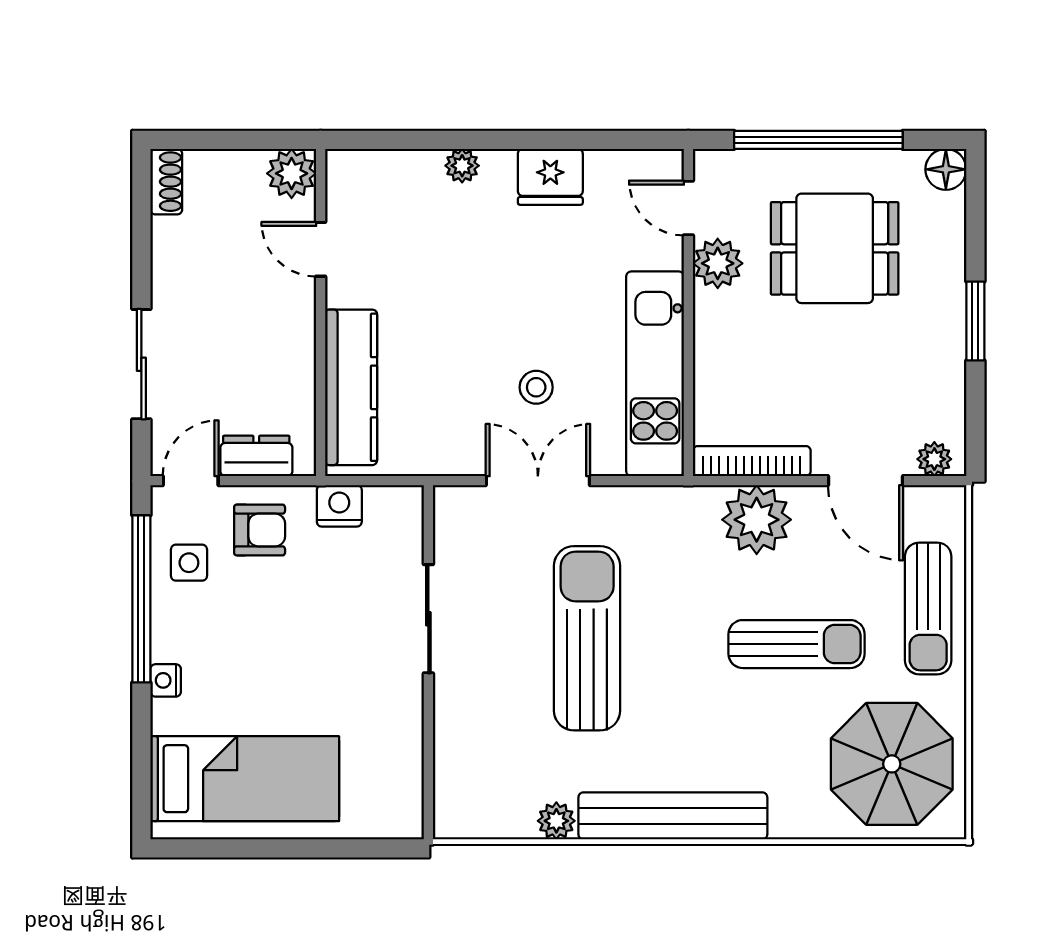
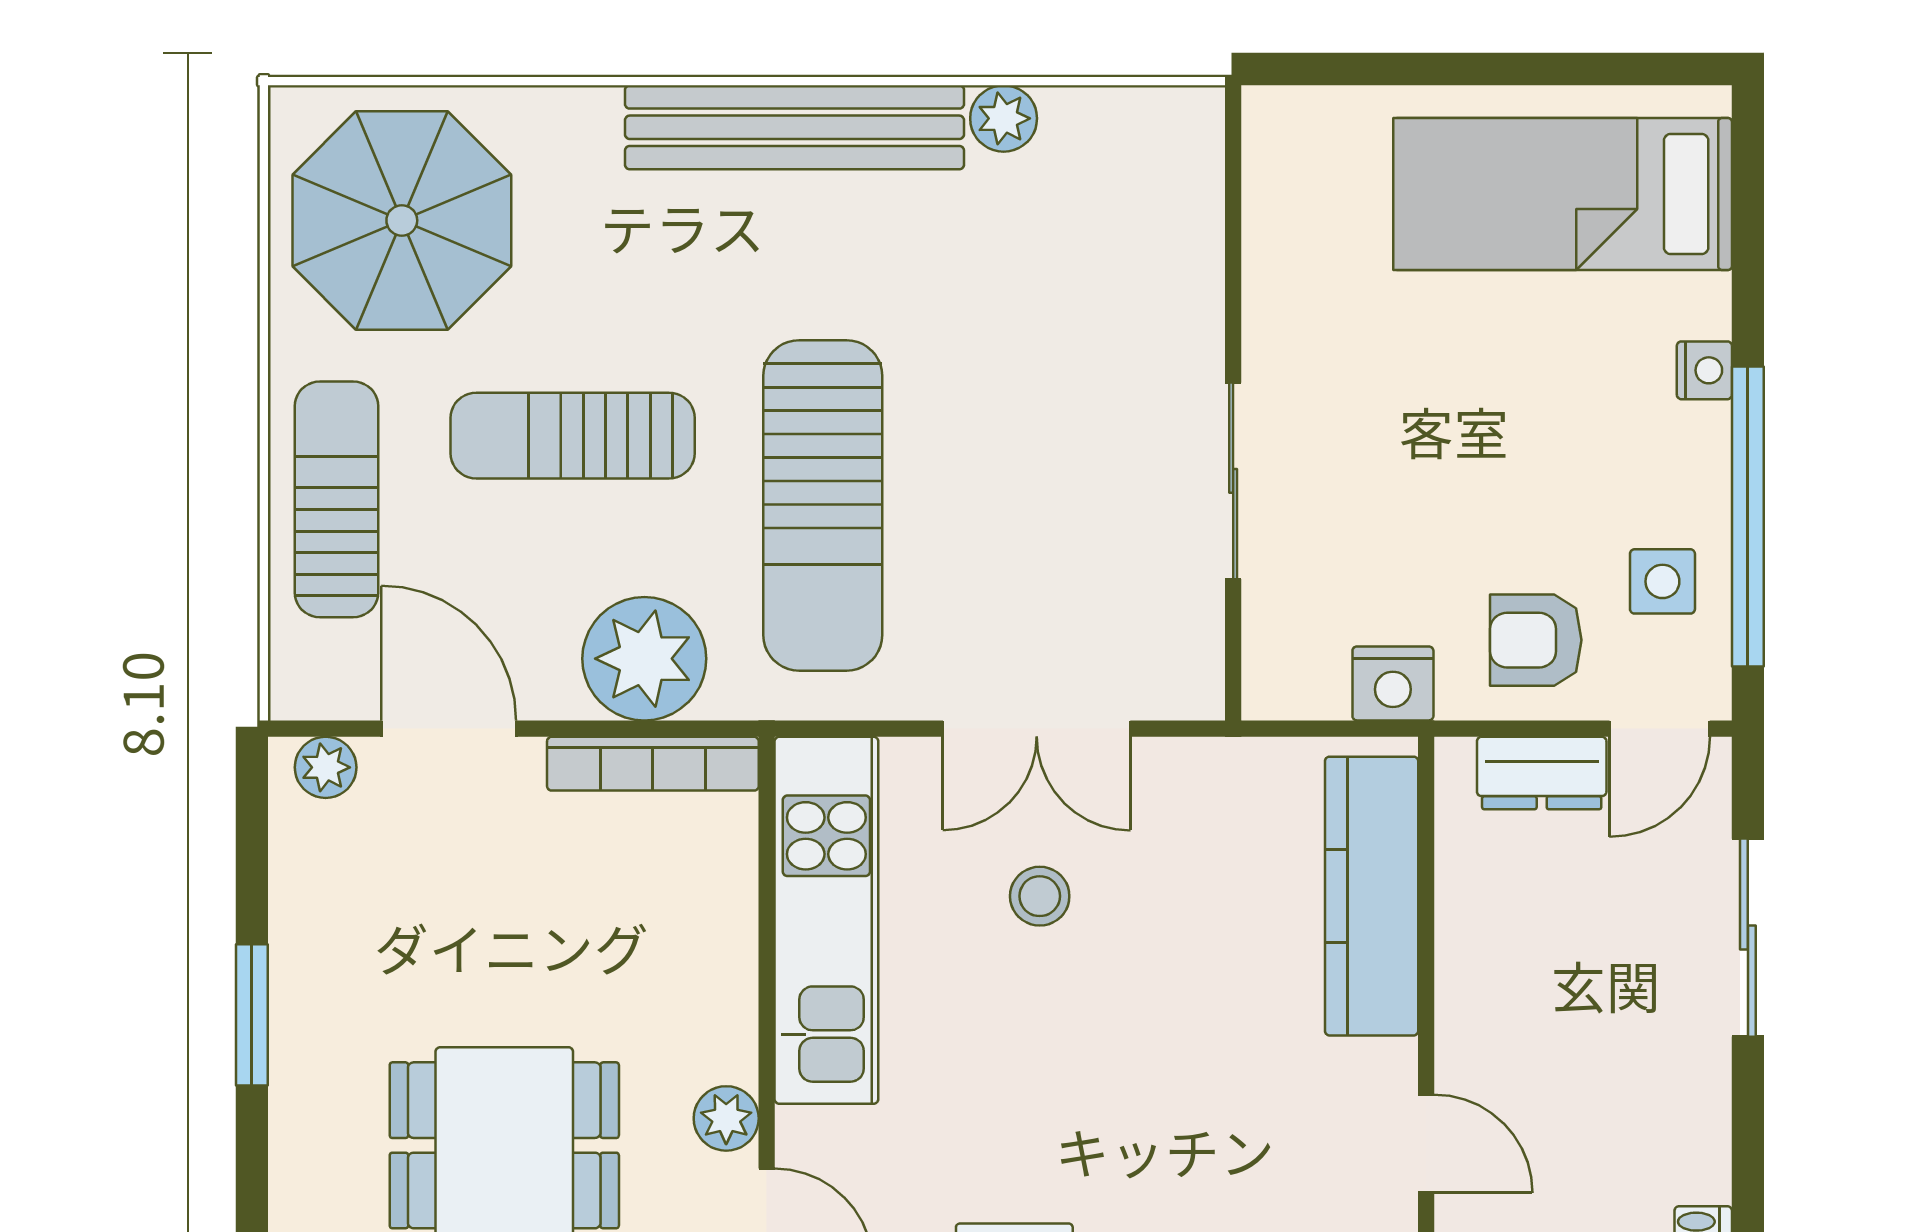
plant: (718, 263) -> (726, 1118), width x0.73, depth x0.73
sun lounger: (587, 638) -> (823, 505), moved

